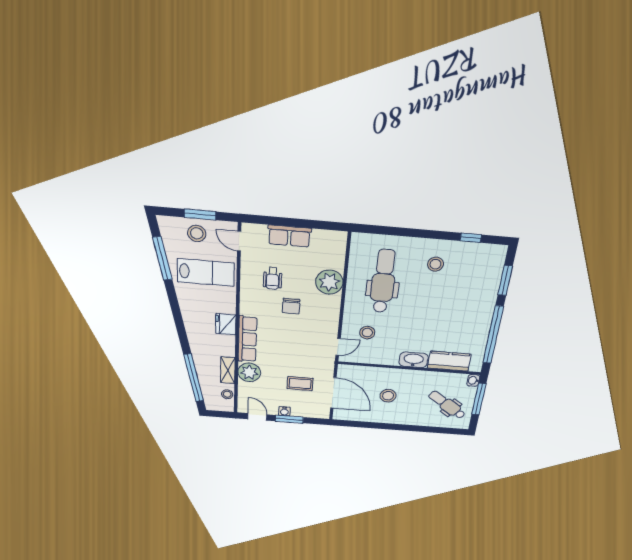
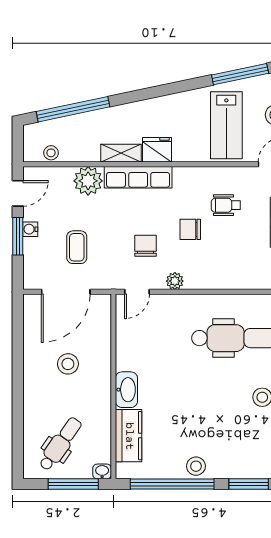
plant: (329, 282) -> (175, 281), moved, width x0.53, depth x0.53
stool: (367, 333) -> (196, 466), moved
chair: (302, 338) -> (146, 246), added
door: (338, 347) -> (137, 292), hinge flipped
shelving: (228, 370) -> (121, 153), moved

